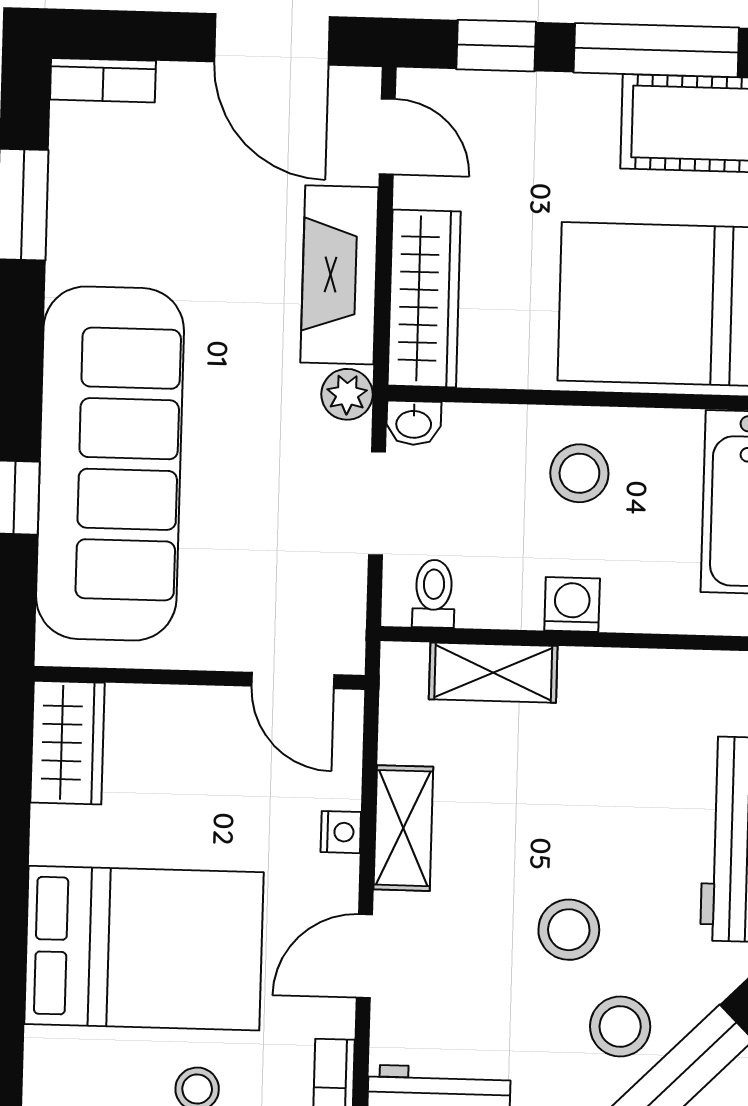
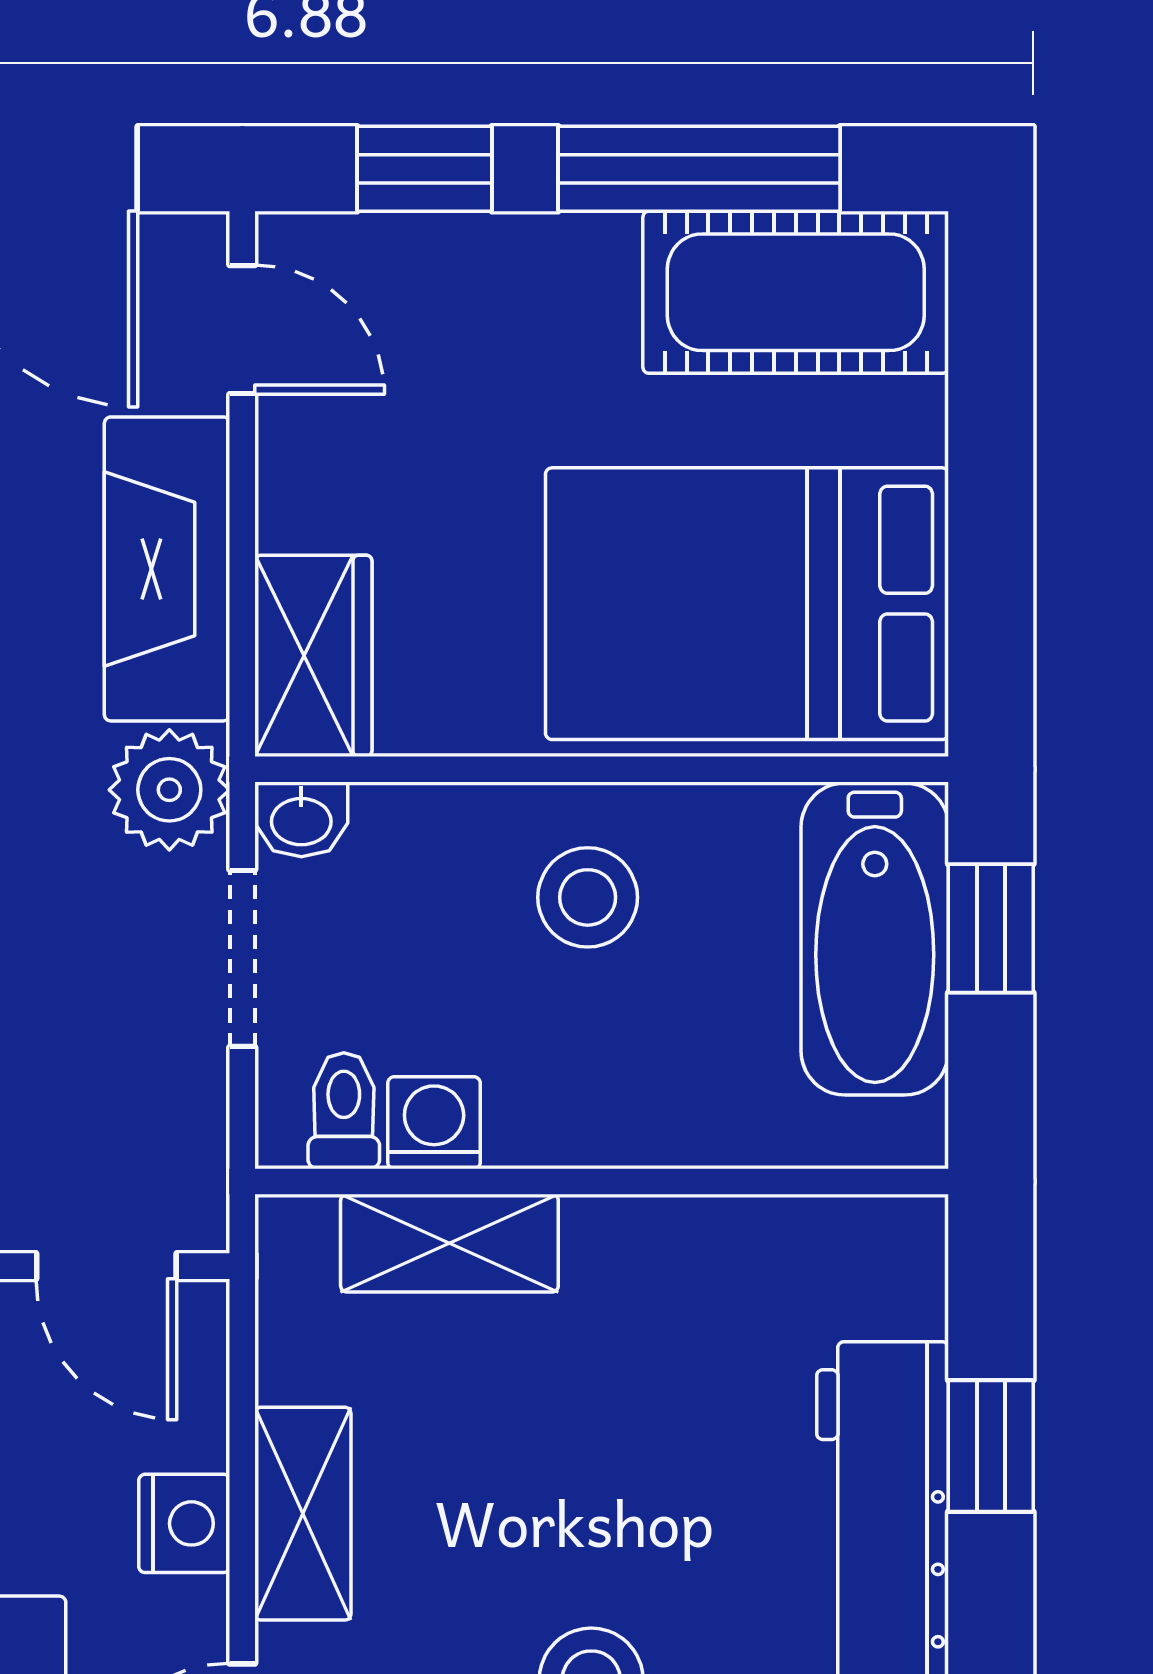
wardrobe: (424, 298) -> (313, 656), width x0.67
plant: (347, 394) -> (169, 790), width x1.38, depth x1.38
washing machine: (572, 605) -> (434, 1123), moved
nightstand: (341, 832) -> (184, 1523), width x1.39, depth x1.35

